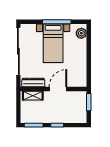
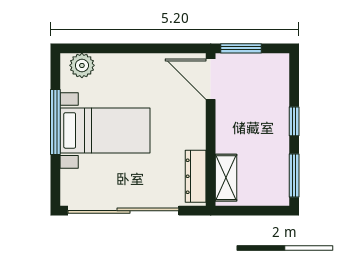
door: (58, 89) -> (211, 79), moved

